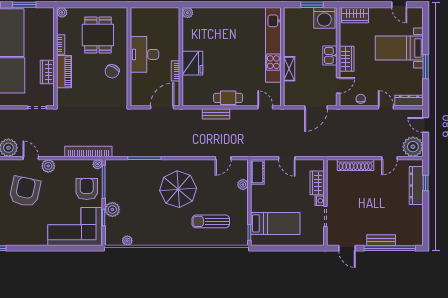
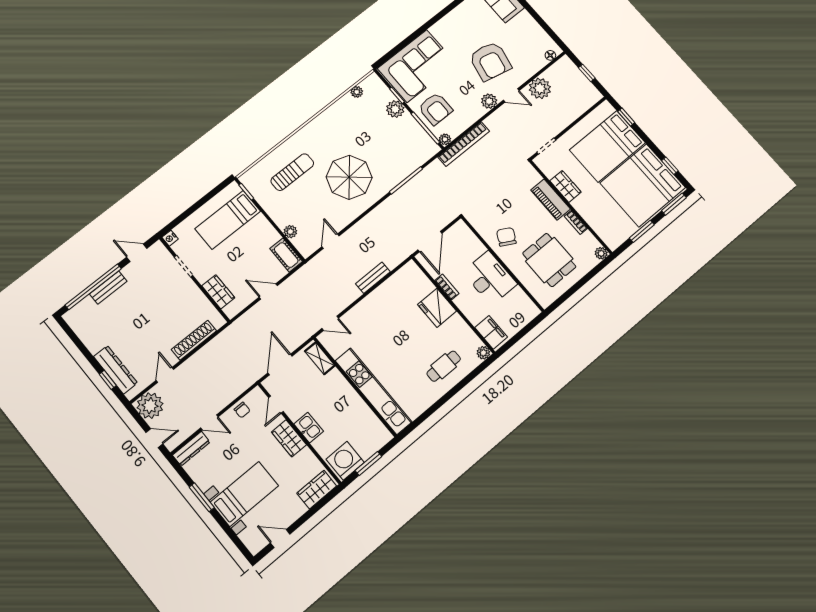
filing cabinet: (172, 21) -> (491, 332), added
shelving: (289, 69) -> (320, 358), moved
cafe table: (228, 98) -> (444, 366), moved
nightstand: (320, 201) -> (170, 238), moved

